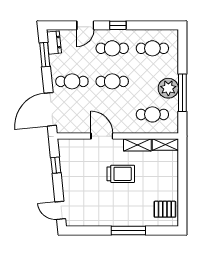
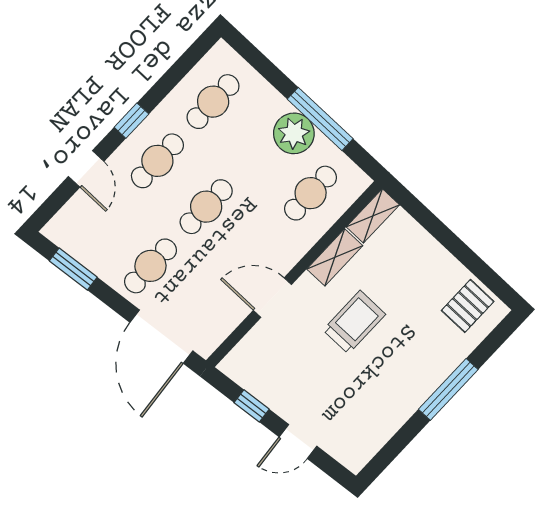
dresser: (54, 43) -> (68, 239), removed
door: (60, 210) -> (298, 442), moved

